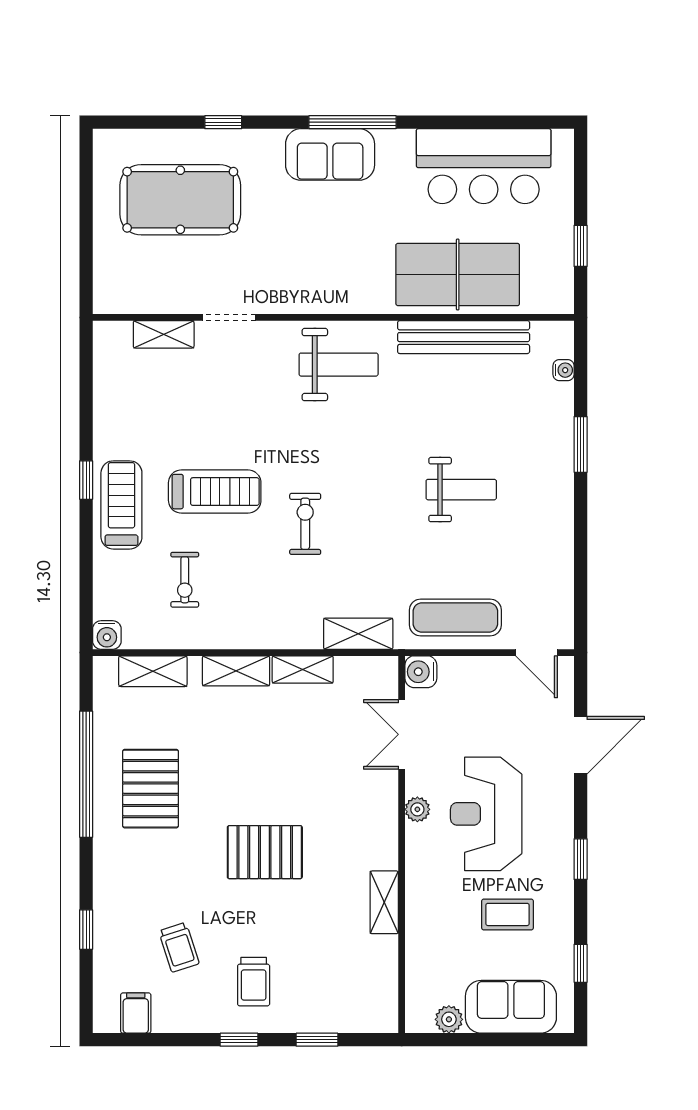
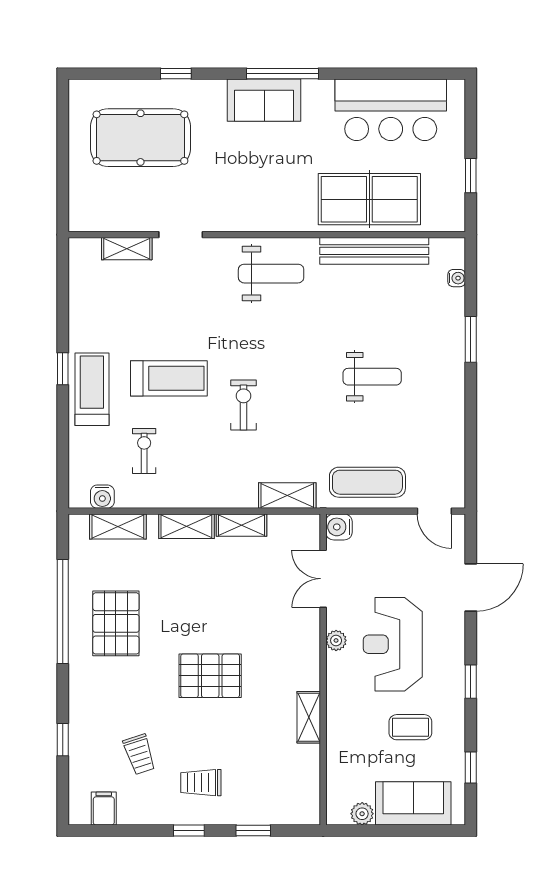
exercise bike: (185, 580) -> (144, 451), turned 180
water cooler: (107, 635) -> (102, 497), moved
trolley: (254, 982) -> (201, 783), turned 90

